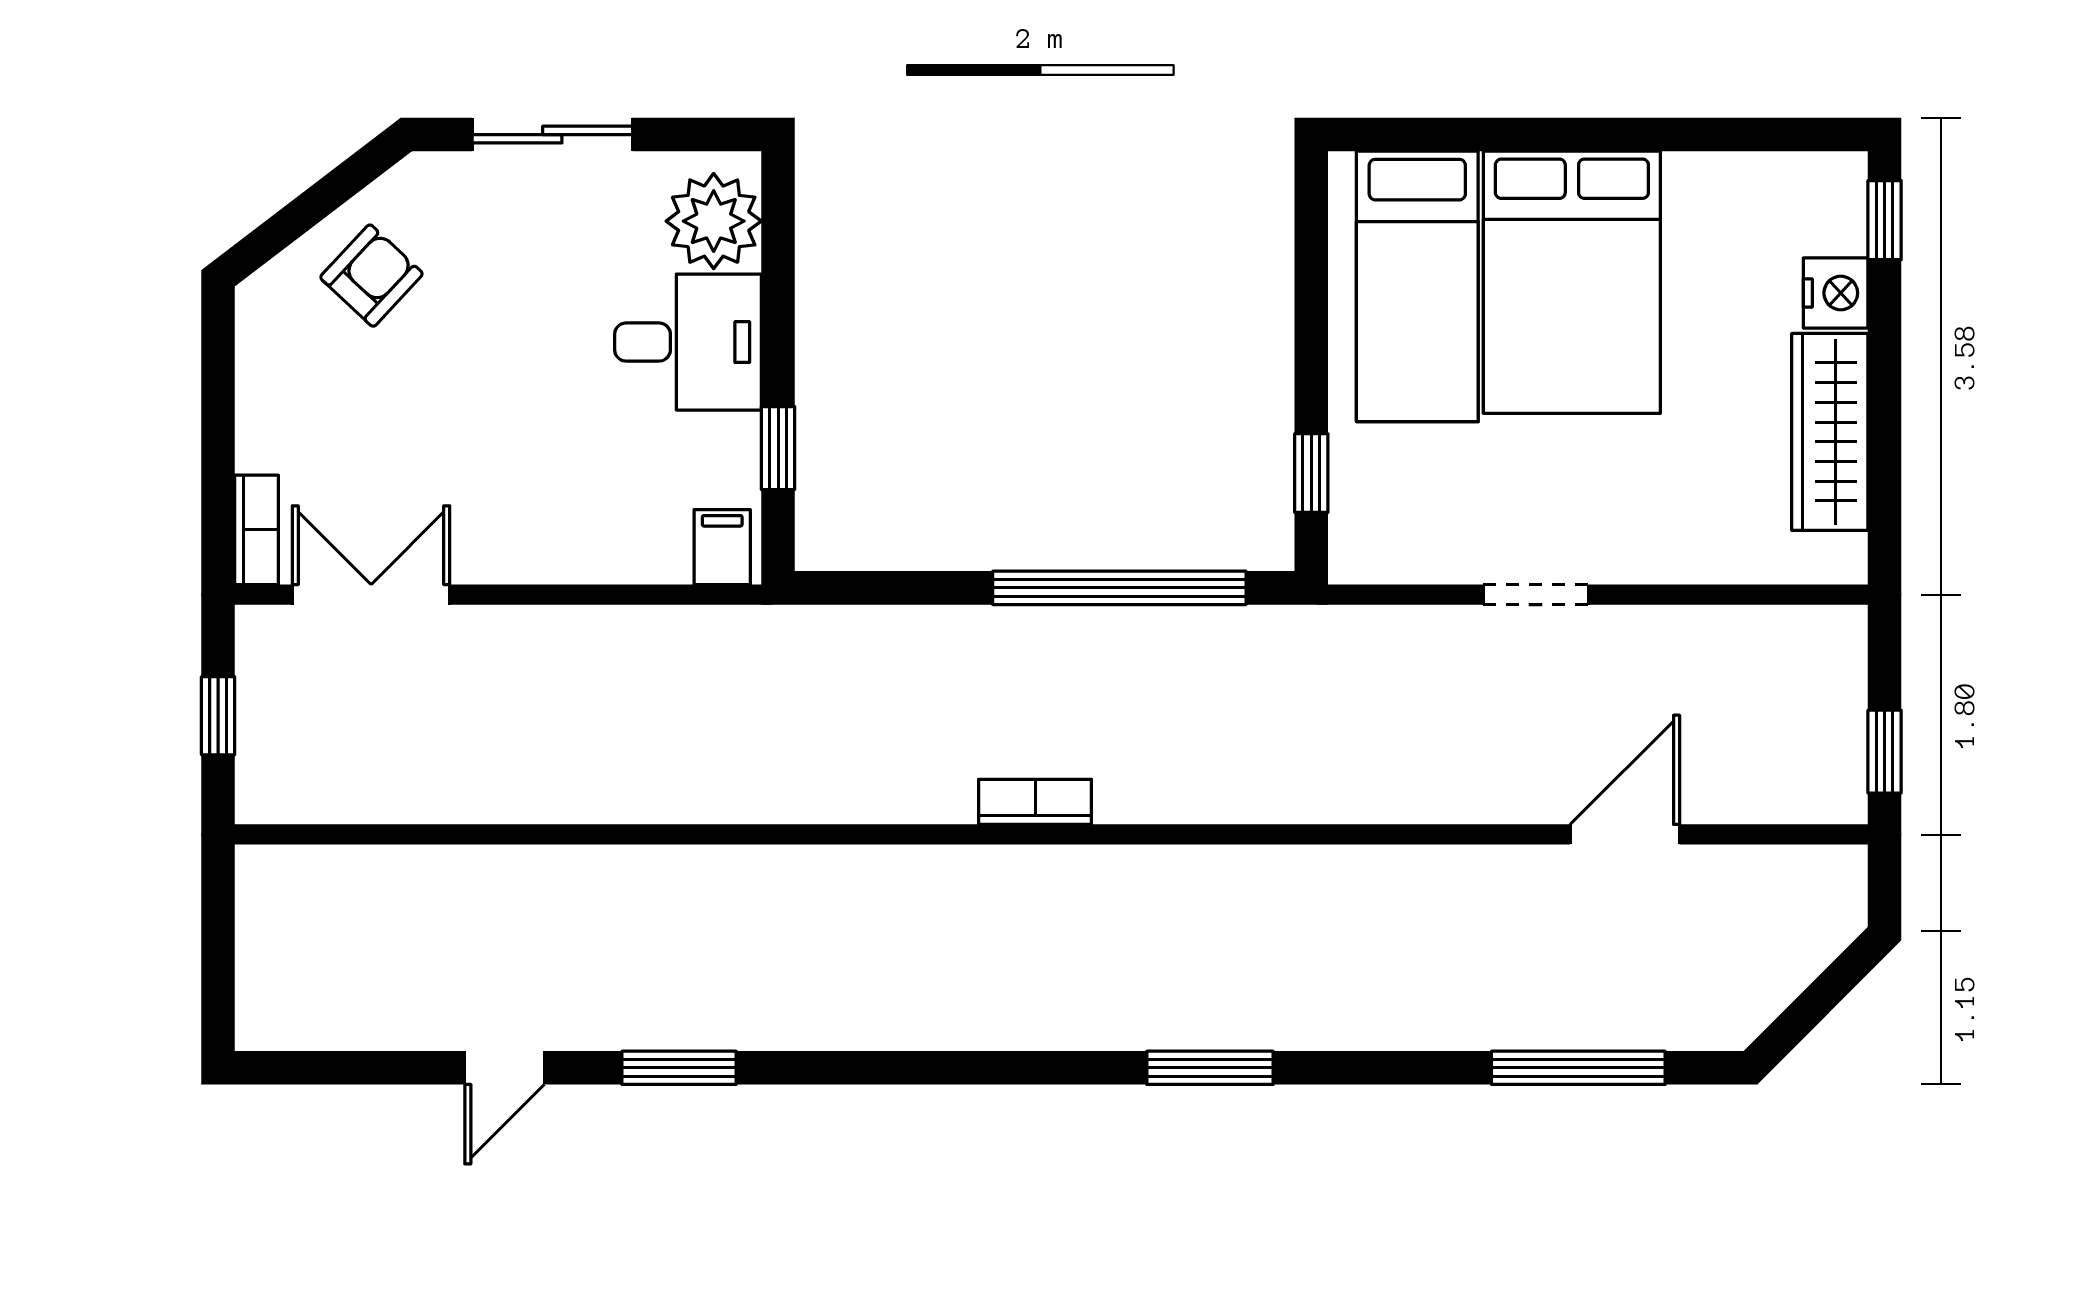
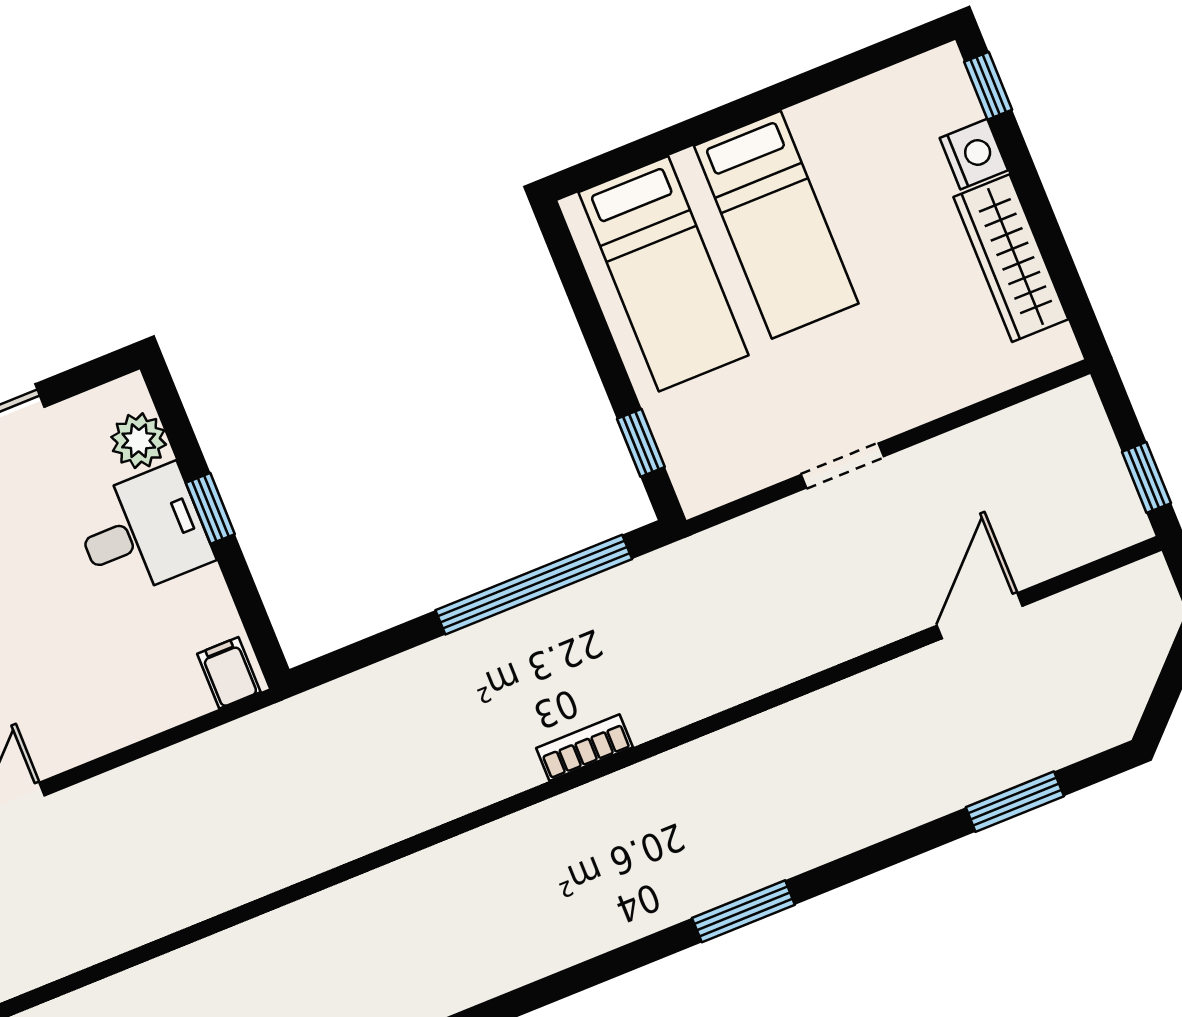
plant: (714, 221) -> (139, 441), width x0.73, depth x0.73
bed: (1572, 282) -> (776, 225), width x0.67
window: (778, 448) -> (210, 508), moved
bookcase: (1035, 802) -> (584, 748), moved
window: (1578, 1068) -> (1015, 802), width x0.69

